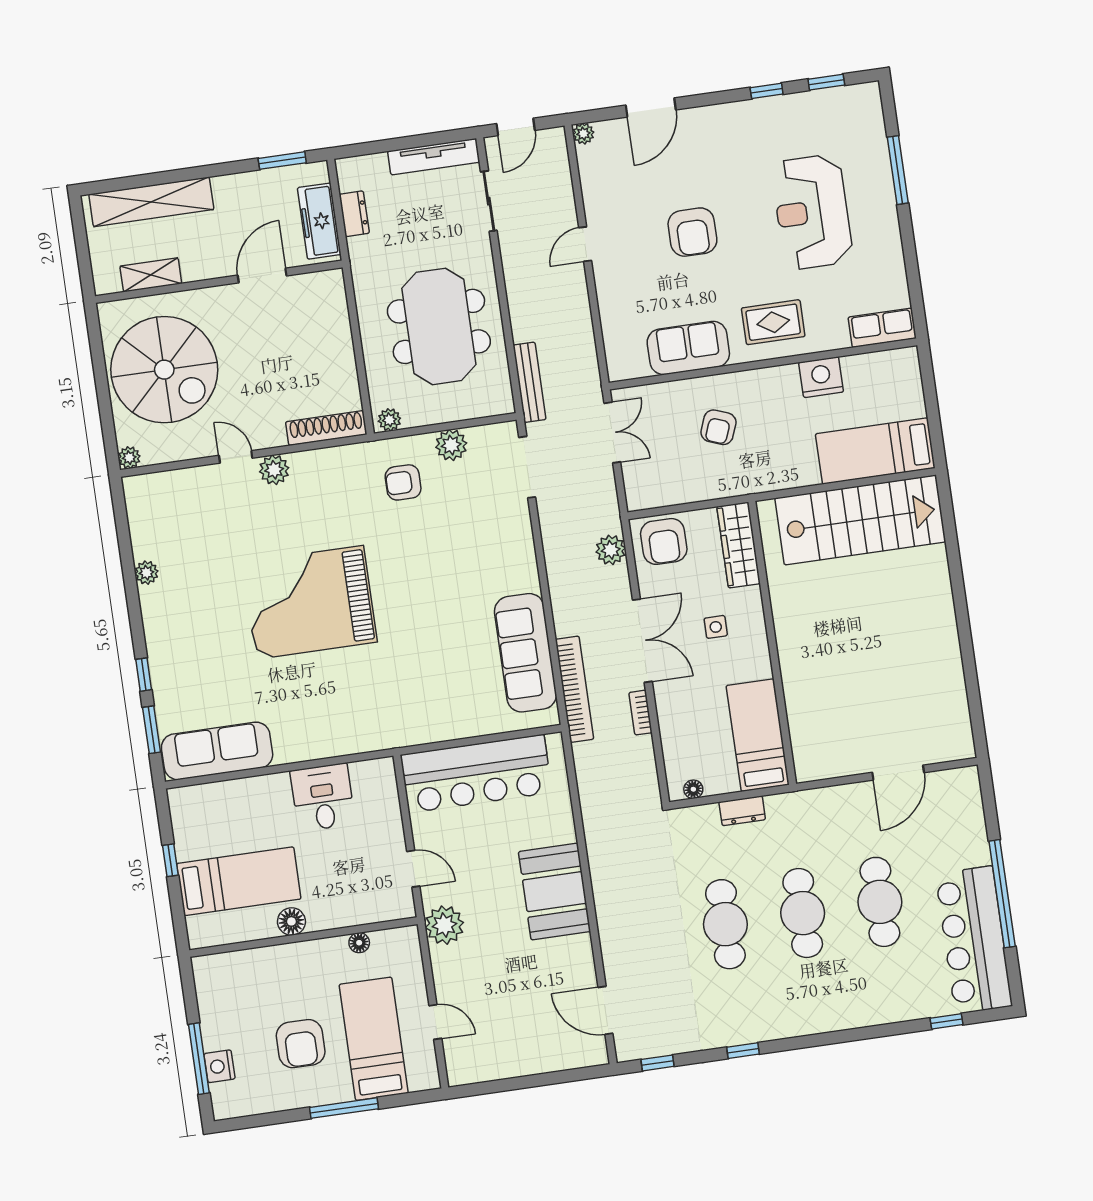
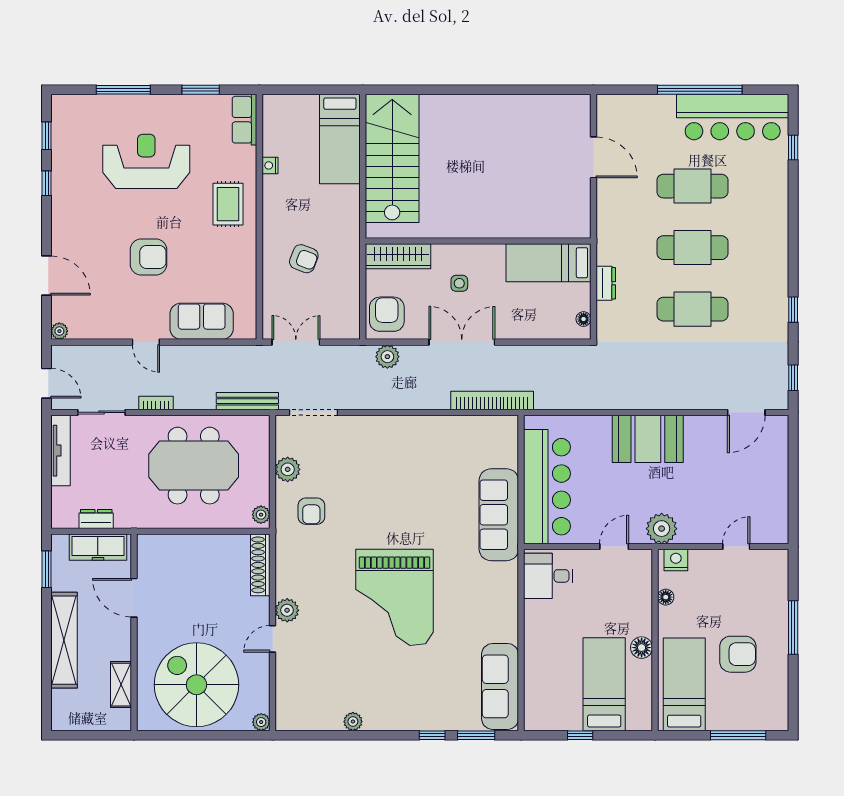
shelving: (151, 202) -> (64, 640), moved
reception desk: (812, 212) -> (146, 161), turned 180
window: (912, 267) -> (201, 90), added
sofa: (688, 348) -> (202, 321), moved, turned 90
spiral stairs: (164, 370) -> (196, 685), turned -90
nightstand: (821, 377) -> (270, 165), width x0.53, depth x0.56
armchair: (664, 541) -> (387, 314), turned -90
sofa: (525, 653) -> (499, 515), moved, turned 90
bookcase: (641, 713) -> (156, 403), moved, turned 180
desk: (323, 797) -> (548, 576), moved
bed: (374, 1039) -> (684, 684), moved, turned 90
nightstand: (219, 1066) -> (676, 560), moved, turned 180

